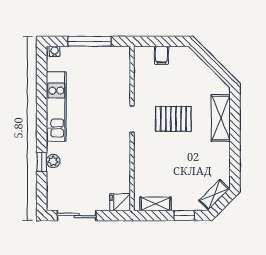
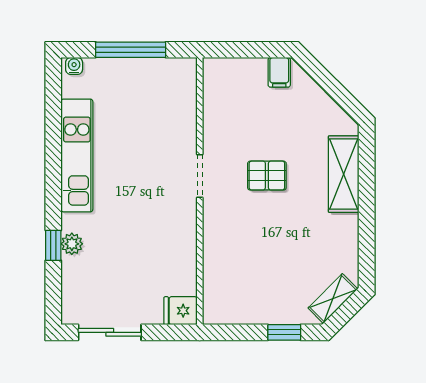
filing cabinet: (161, 55) -> (279, 72), moved
pallet: (173, 119) -> (267, 176), width x0.67, depth x0.71
shelving: (155, 204) -> (238, 313), removed

